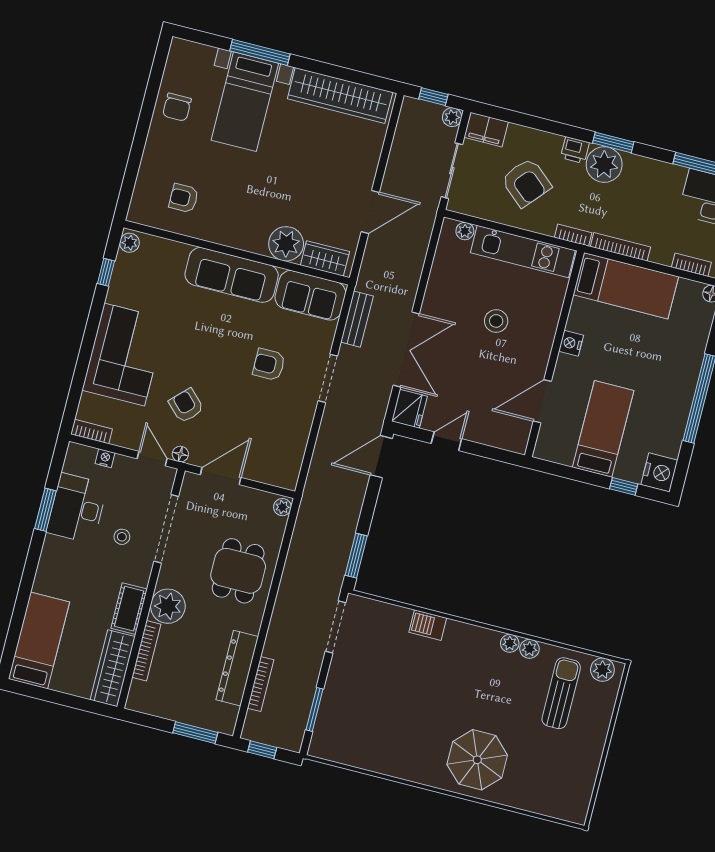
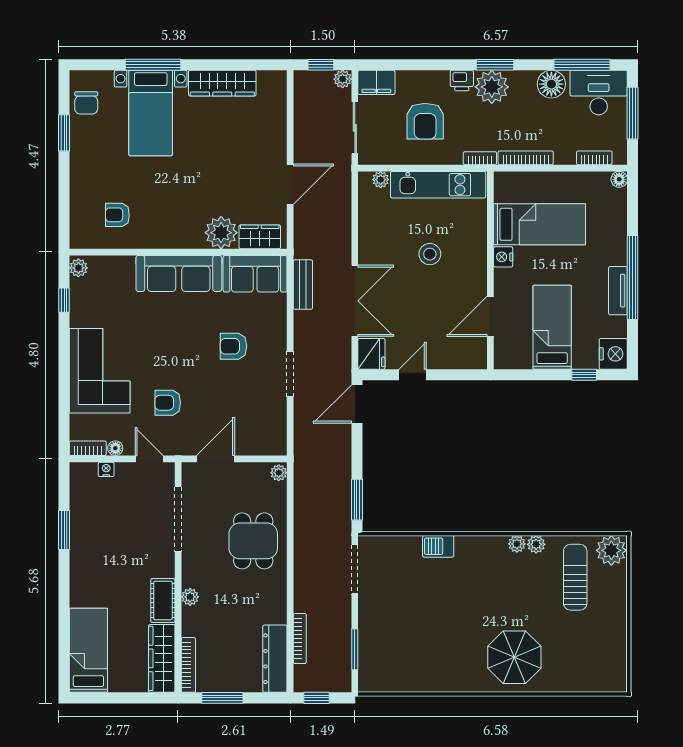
wardrobe: (340, 96) -> (222, 83), width x0.71, depth x0.85
window: (150, 99) -> (64, 133), added
chair: (177, 107) -> (86, 103), moved
floor lamp: (666, 177) -> (551, 84), added
armchair: (526, 183) -> (425, 121), turned 49
bed: (626, 286) -> (539, 224), moved
doorway: (328, 378) -> (290, 374), moved
armchair: (186, 406) -> (168, 403), turned -45
tv unit: (681, 408) -> (618, 291), added
floor lamp: (180, 454) -> (115, 448), moved
desk: (77, 508) -> (92, 521), removed
stool: (122, 537) -> (140, 537), removed
plant: (168, 606) -> (190, 597), width x0.53, depth x0.53
bookcase: (146, 651) -> (188, 665), moved
dresser: (237, 668) -> (275, 659), moved
plant: (602, 670) -> (611, 550), width x1.36, depth x1.36
window: (195, 733) -> (222, 698), moved

